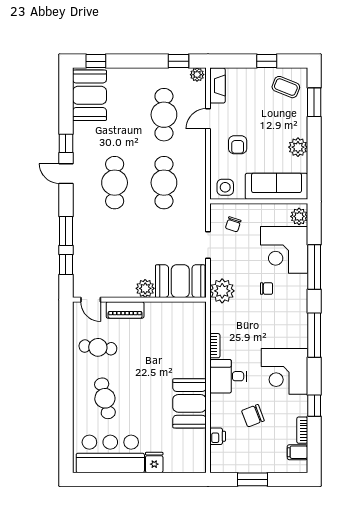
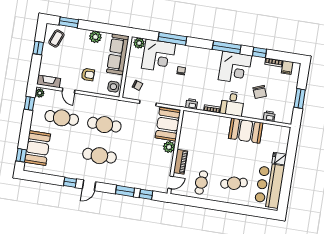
booth: (89, 95) -> (37, 148), moved, turned 90
plant: (222, 291) -> (178, 99), removed
printer: (218, 313) -> (192, 104), added
window: (314, 335) -> (227, 47), moved

